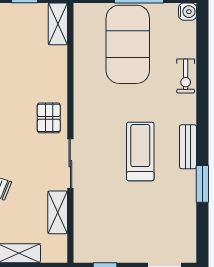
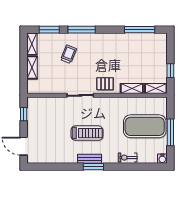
window: (202, 184) -> (93, 167), moved
shelving: (58, 212) -> (132, 88), moved

